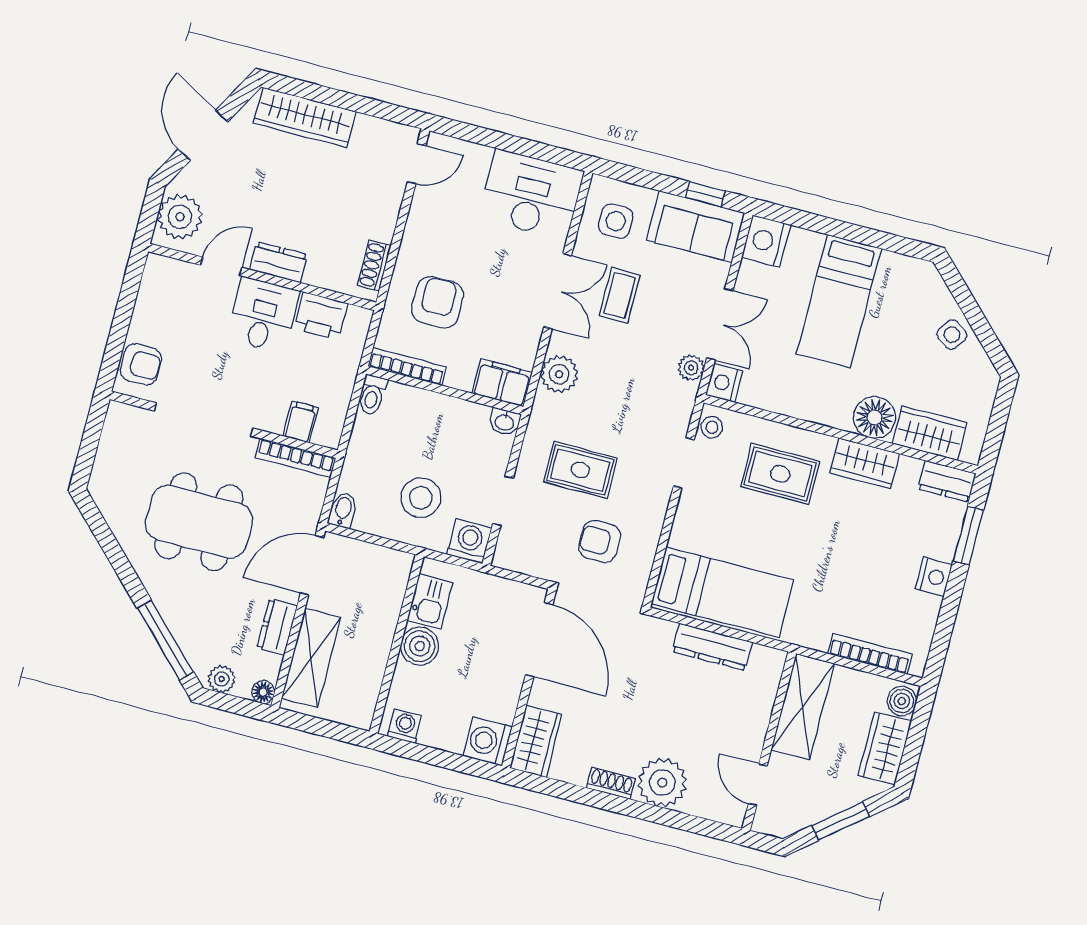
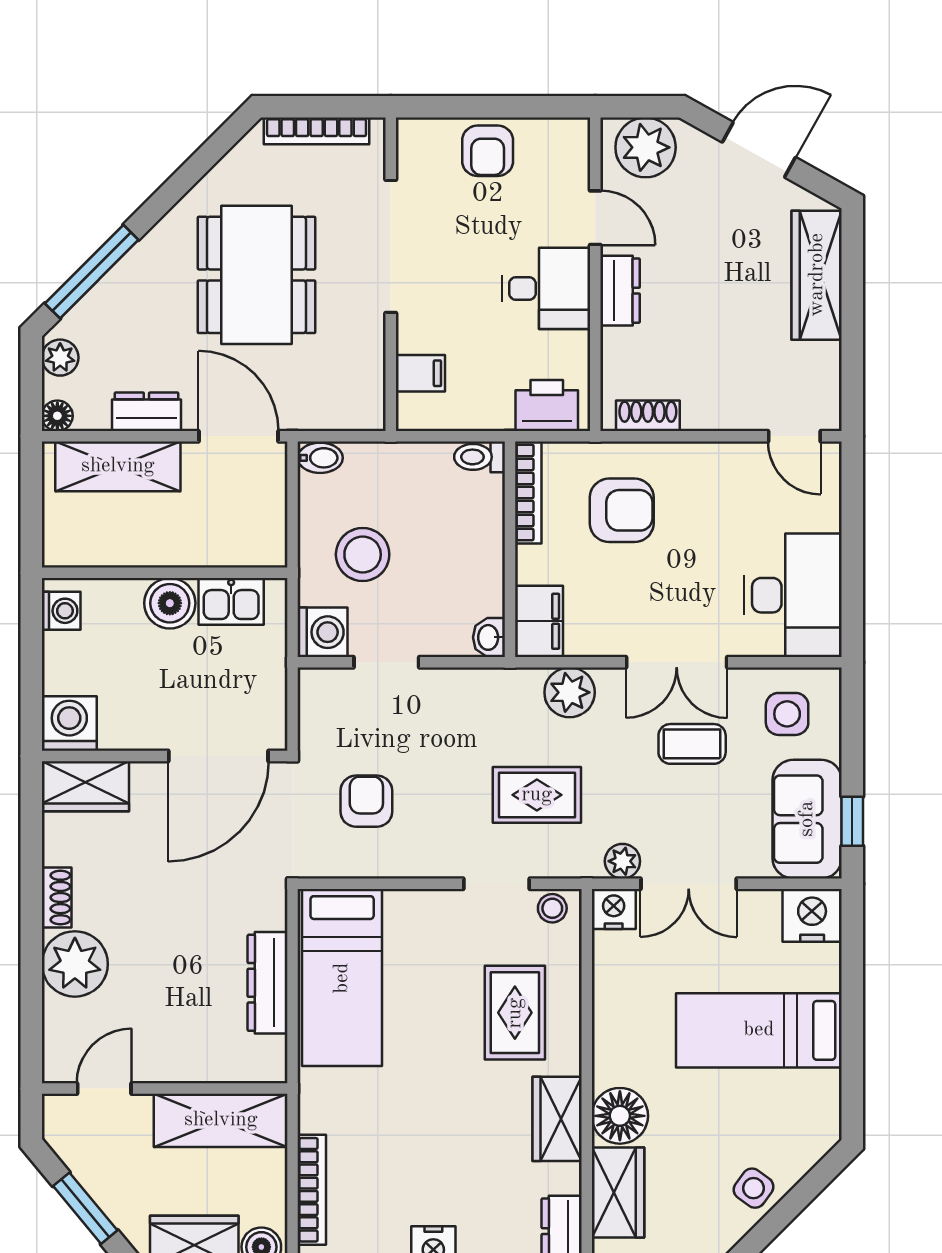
printer: (321, 316) -> (547, 405), moved, turned 90
armchair: (141, 364) -> (488, 151), moved
bookcase: (295, 458) -> (317, 131), moved, turned -90
rug: (580, 470) -> (537, 795), moved, turned 90

